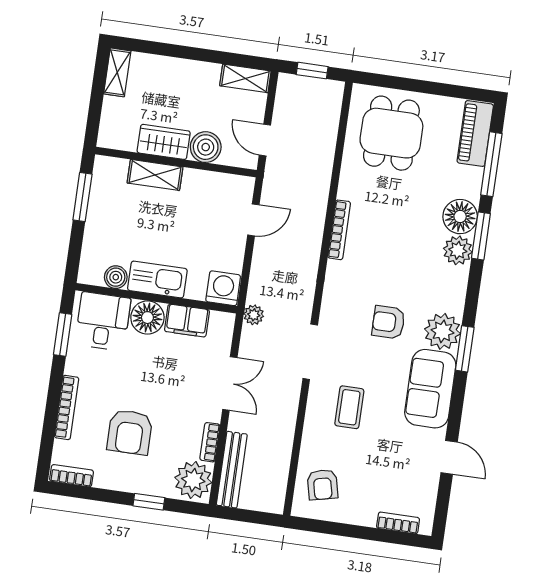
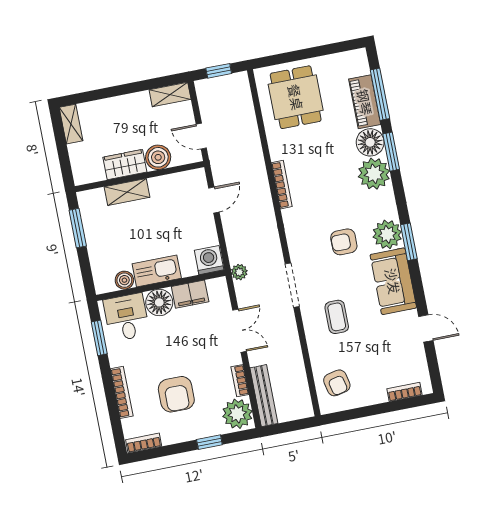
piano: (475, 133) -> (365, 102), moved
plant: (458, 250) -> (374, 174), width x1.36, depth x1.36

